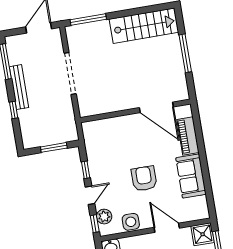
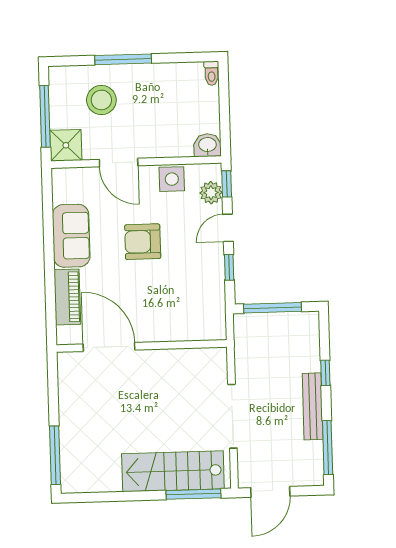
stairs: (144, 26) -> (173, 471), moved
window: (185, 53) -> (55, 455), moved
window: (54, 147) -> (273, 308), width x1.44
armchair: (144, 179) -> (143, 242), turned 90

